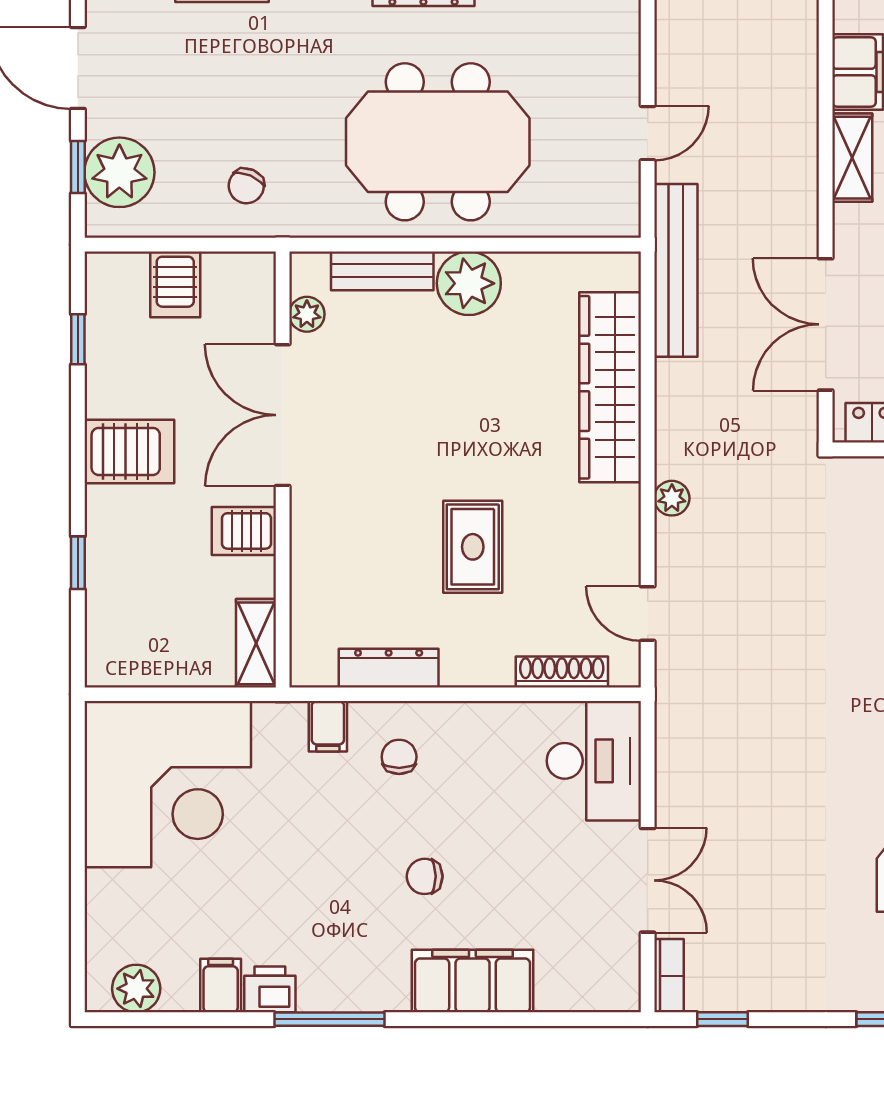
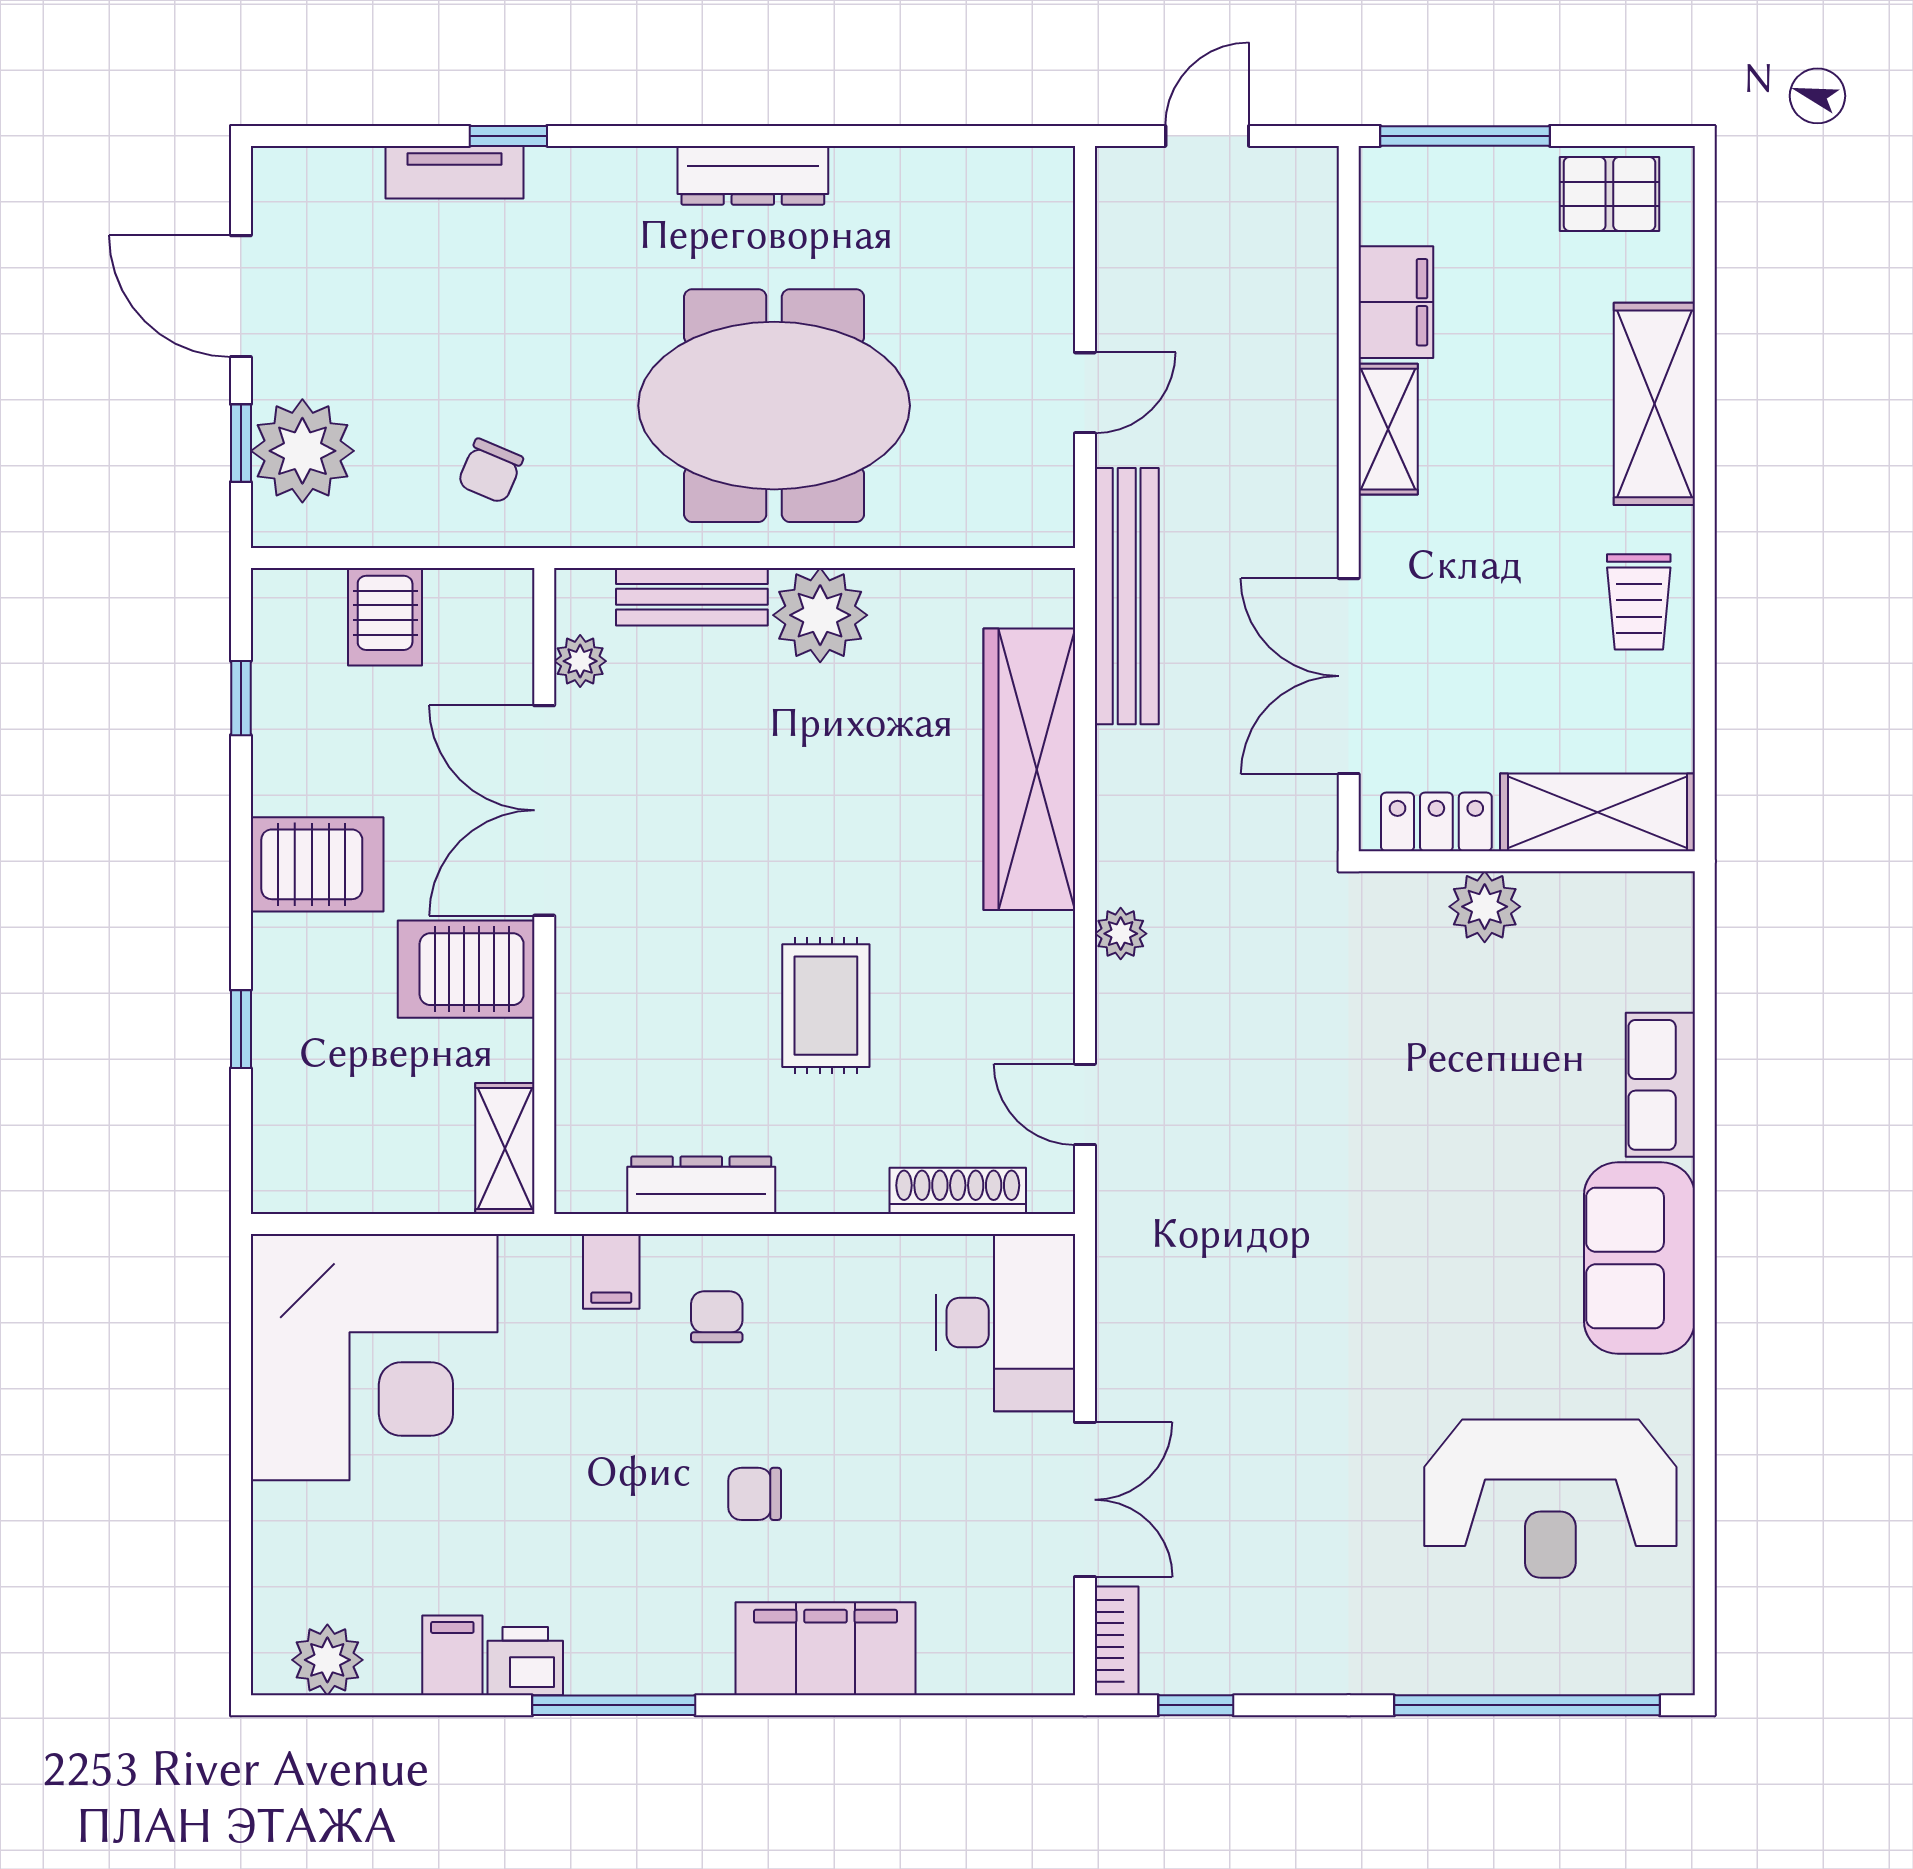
server rack: (244, 531) -> (466, 969), width x1.36, depth x1.44

